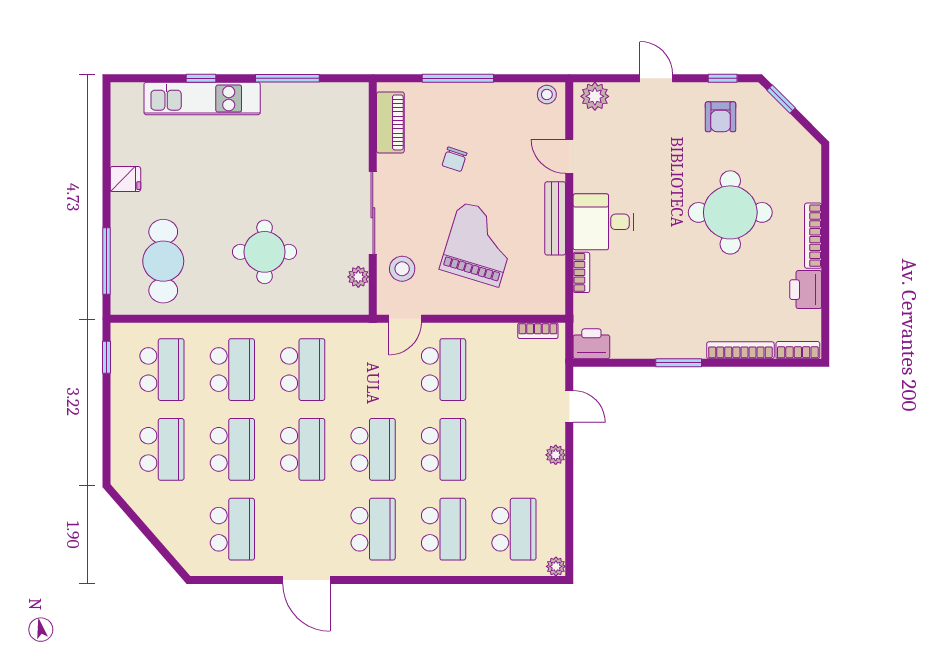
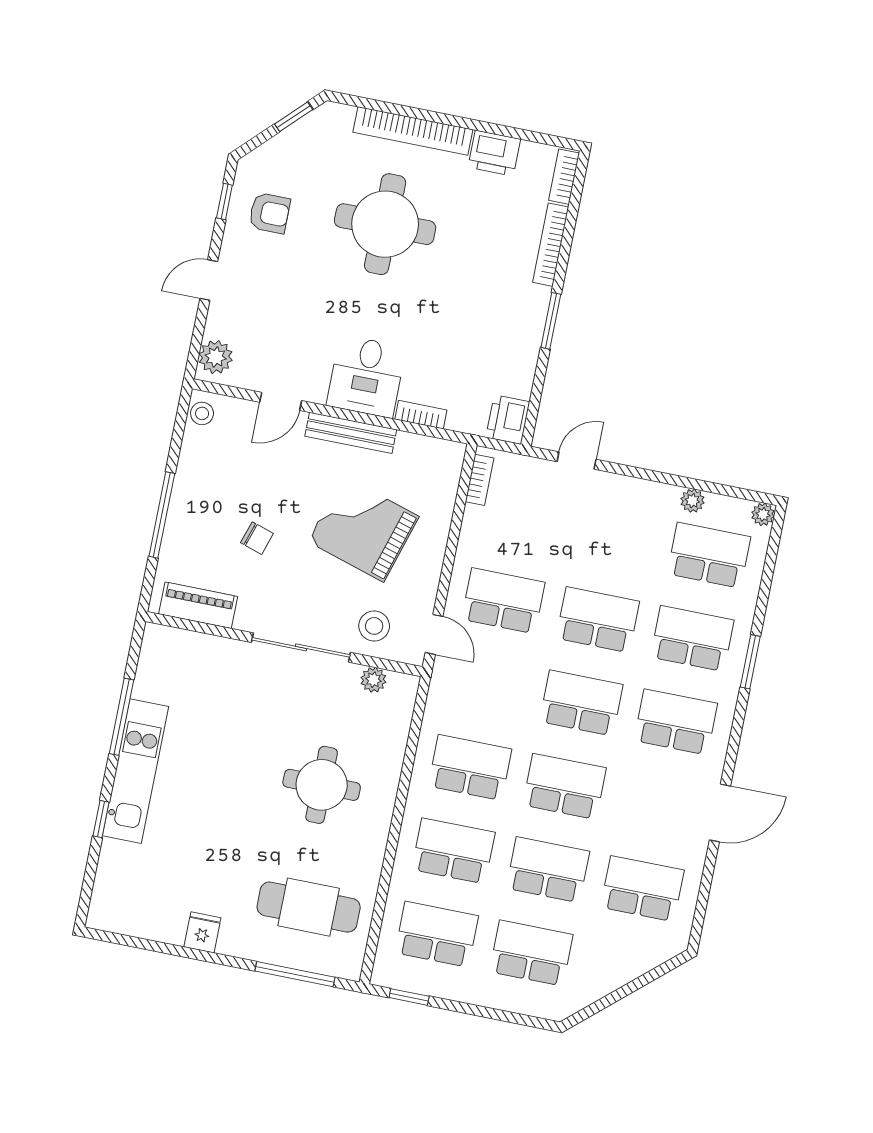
kitchen unit: (202, 99) -> (136, 771), moved
window: (781, 99) -> (294, 117), moved
bookcase: (813, 236) -> (413, 131), width x1.48, depth x1.31
plant: (556, 455) -> (692, 501), moved
window: (434, 580) -> (750, 662), added

